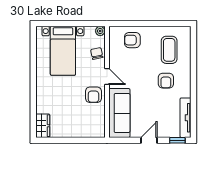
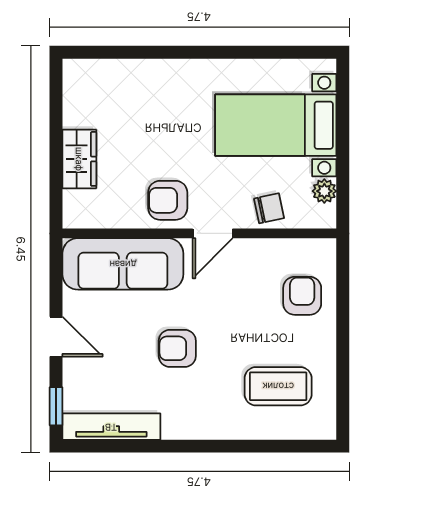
plant: (100, 31) -> (324, 191), moved
armchair: (166, 81) -> (177, 348), moved
wardrobe: (43, 126) -> (79, 159), moved, turned -90

